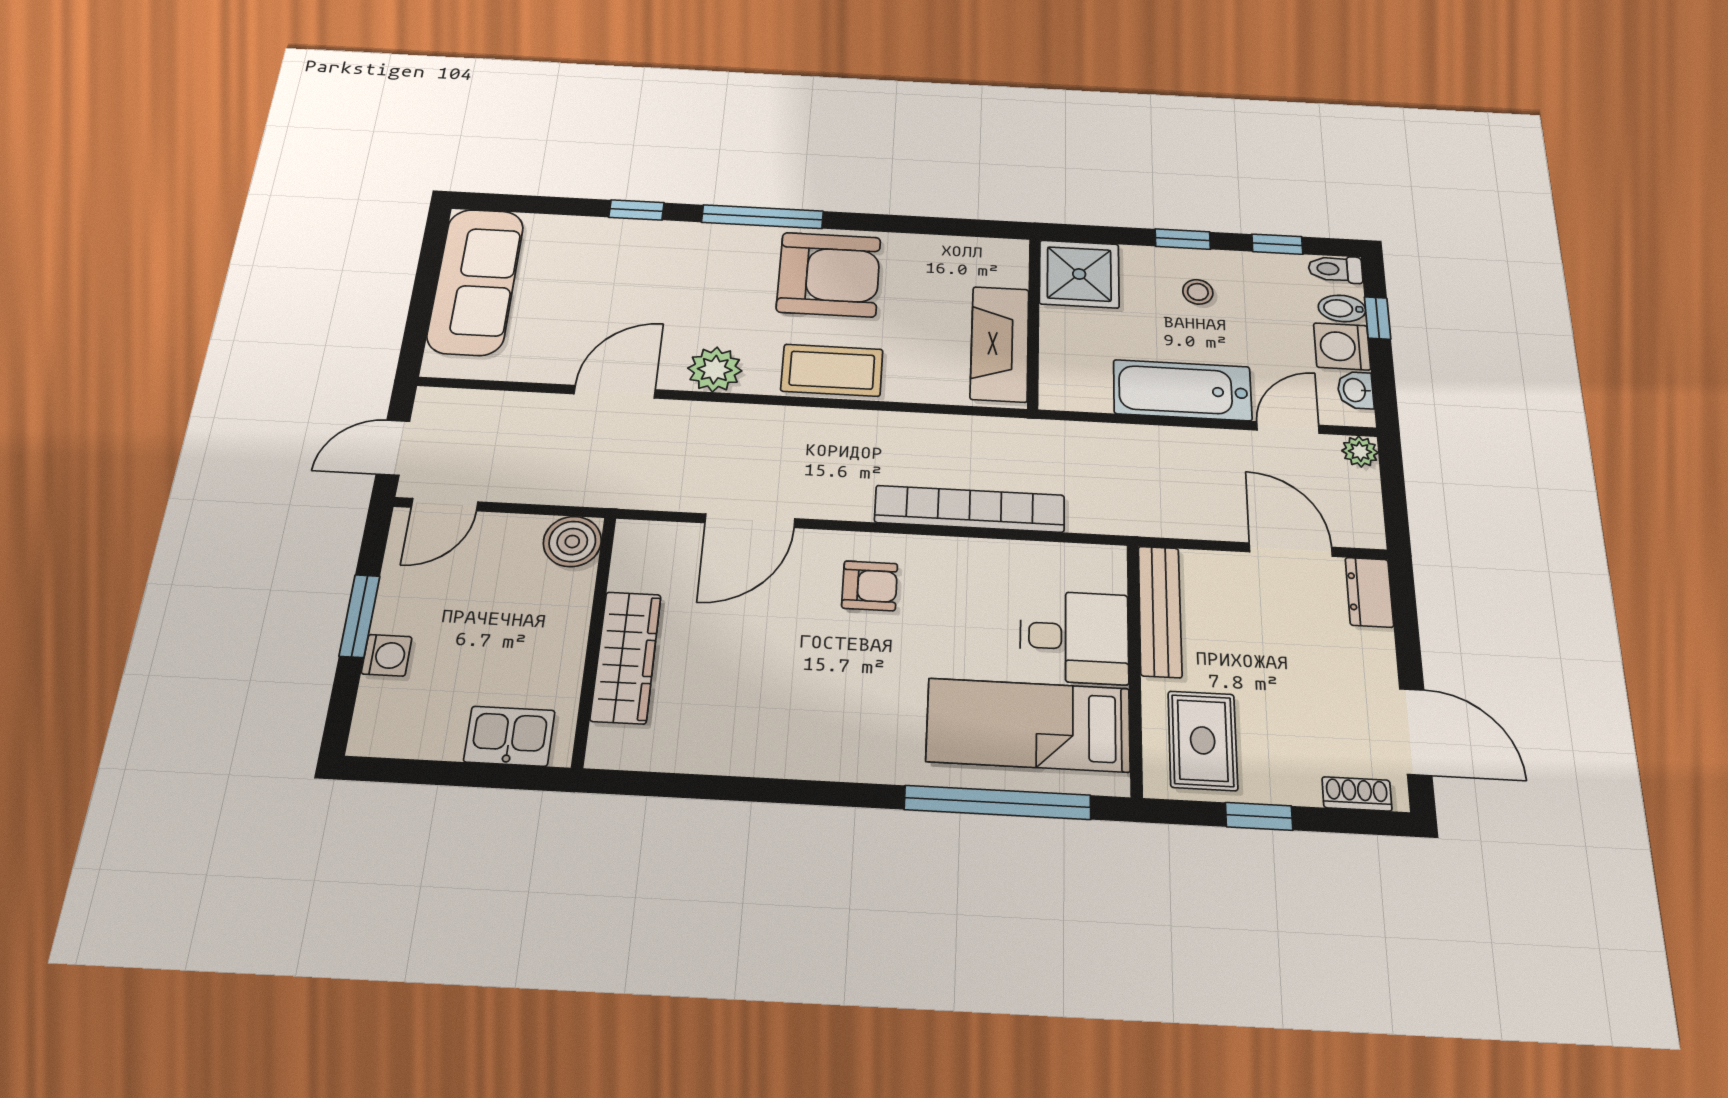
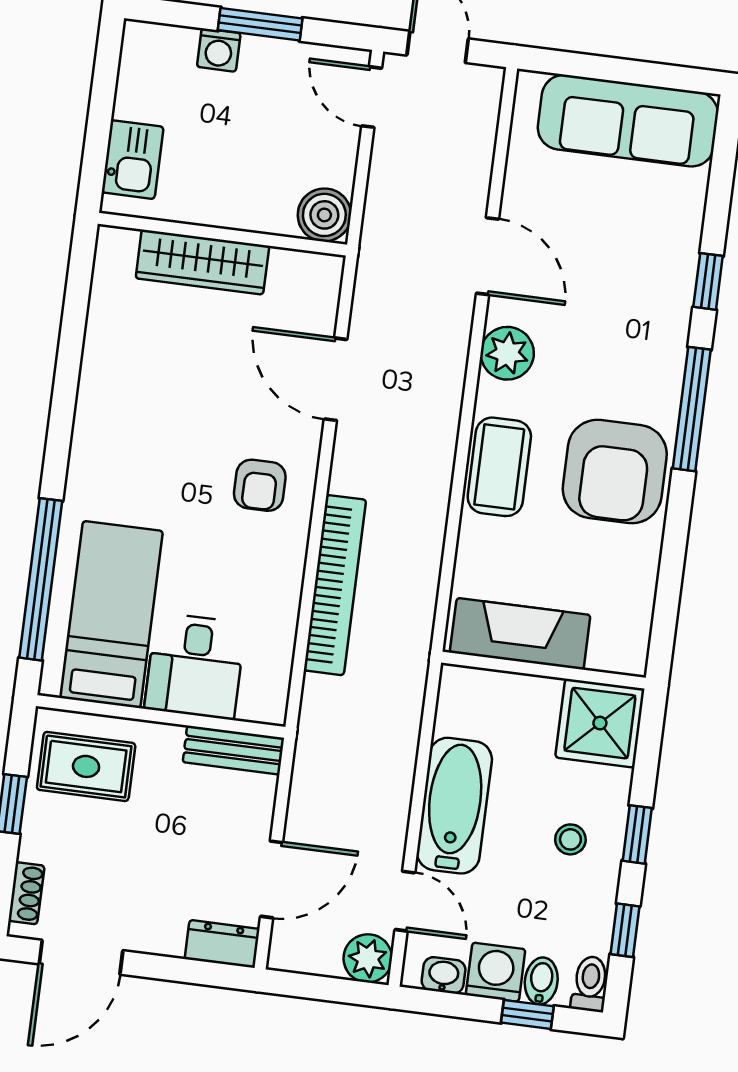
plant: (1360, 452) -> (368, 958), width x1.38, depth x1.38
bench: (1160, 611) -> (233, 750), width x0.73

